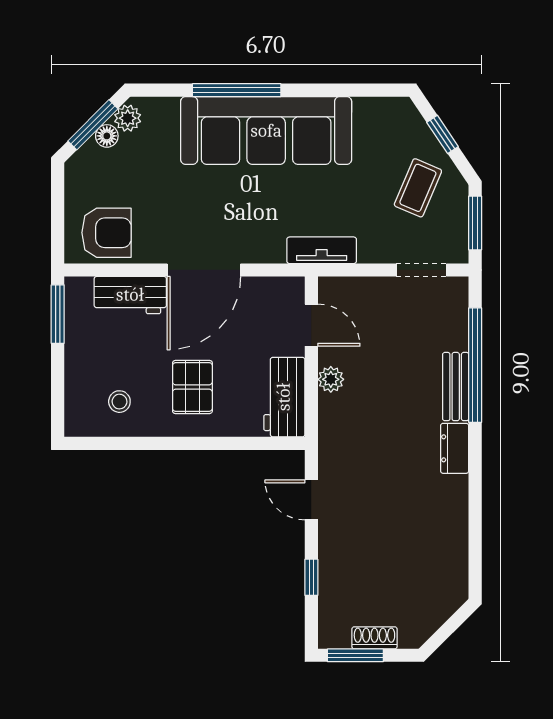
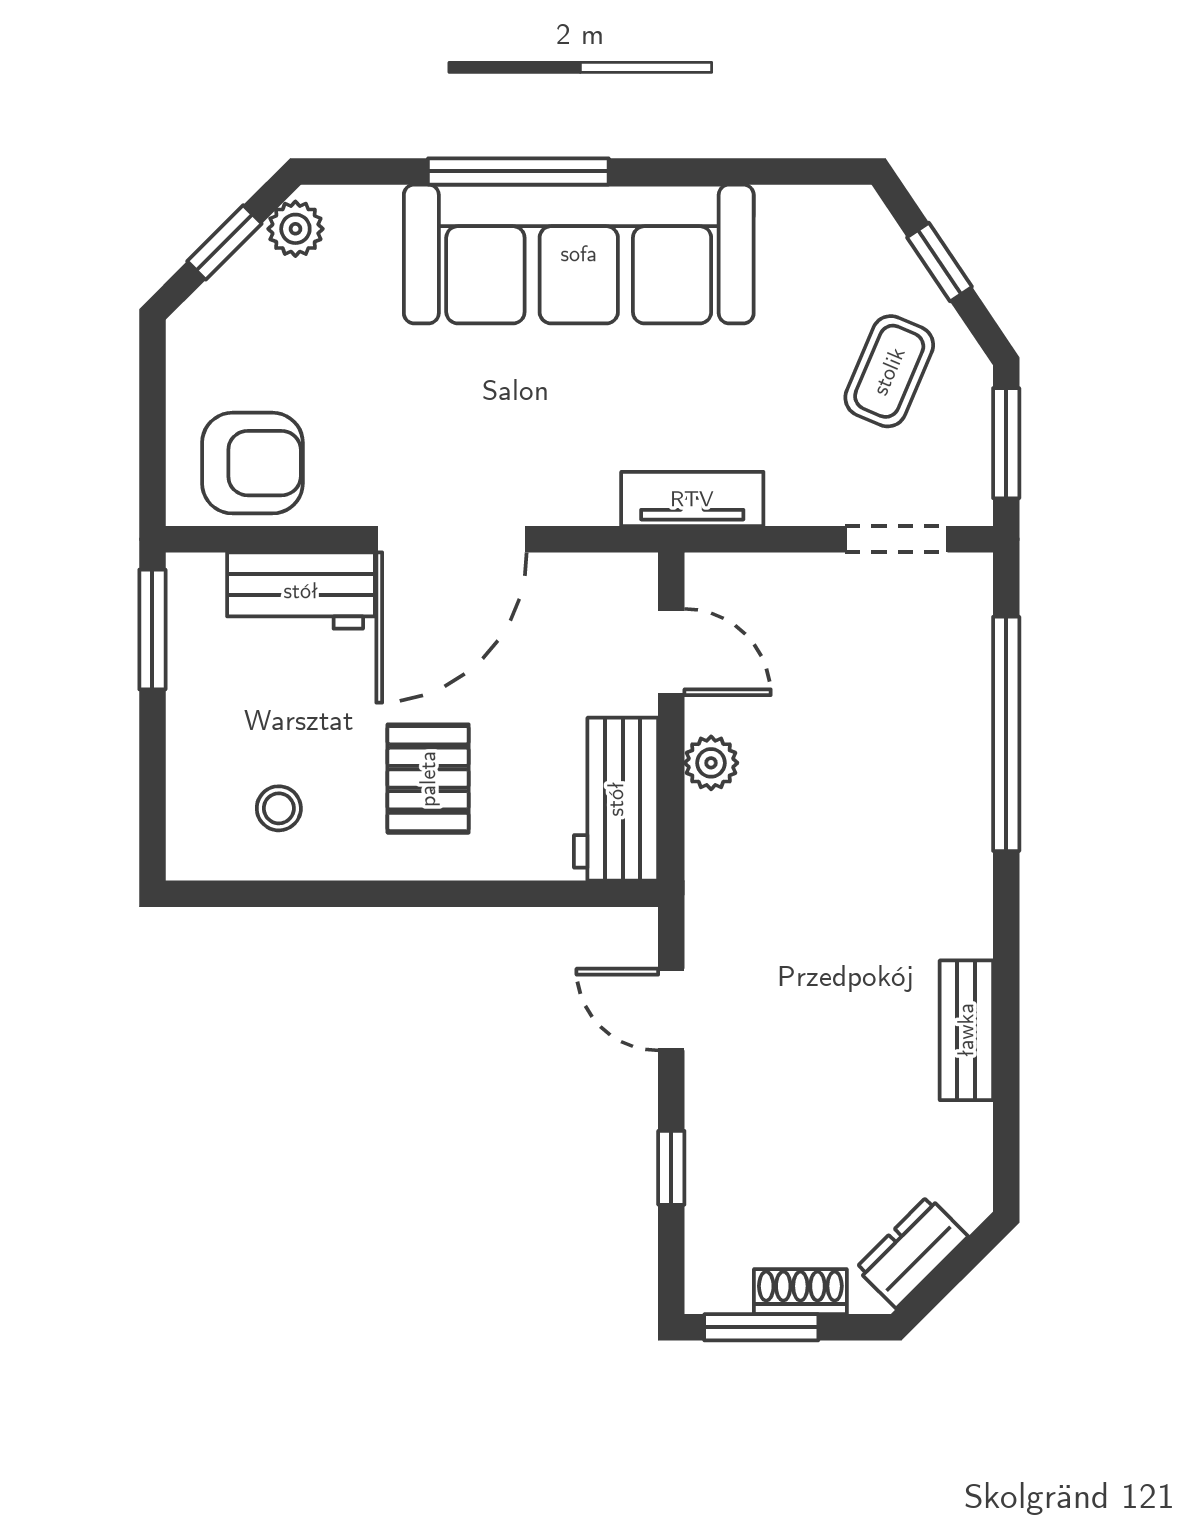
window: (93, 125) -> (224, 242), width x0.67
floor lamp: (107, 136) -> (253, 265), removed
bench: (456, 387) -> (966, 1030), moved
dresser: (455, 448) -> (912, 1252), moved, turned 45

